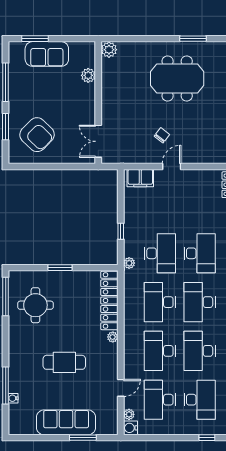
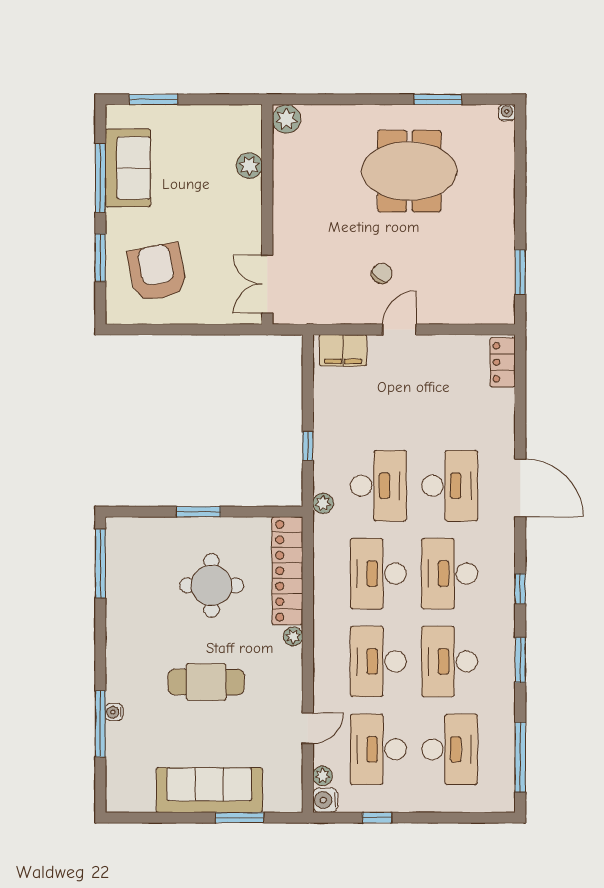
sofa: (47, 54) -> (128, 168), moved, turned -90
armchair: (37, 135) -> (157, 272), turned -145
round table: (35, 305) -> (211, 585), moved
water cooler: (13, 398) -> (114, 712), moved
window: (207, 438) -> (377, 818), moved

